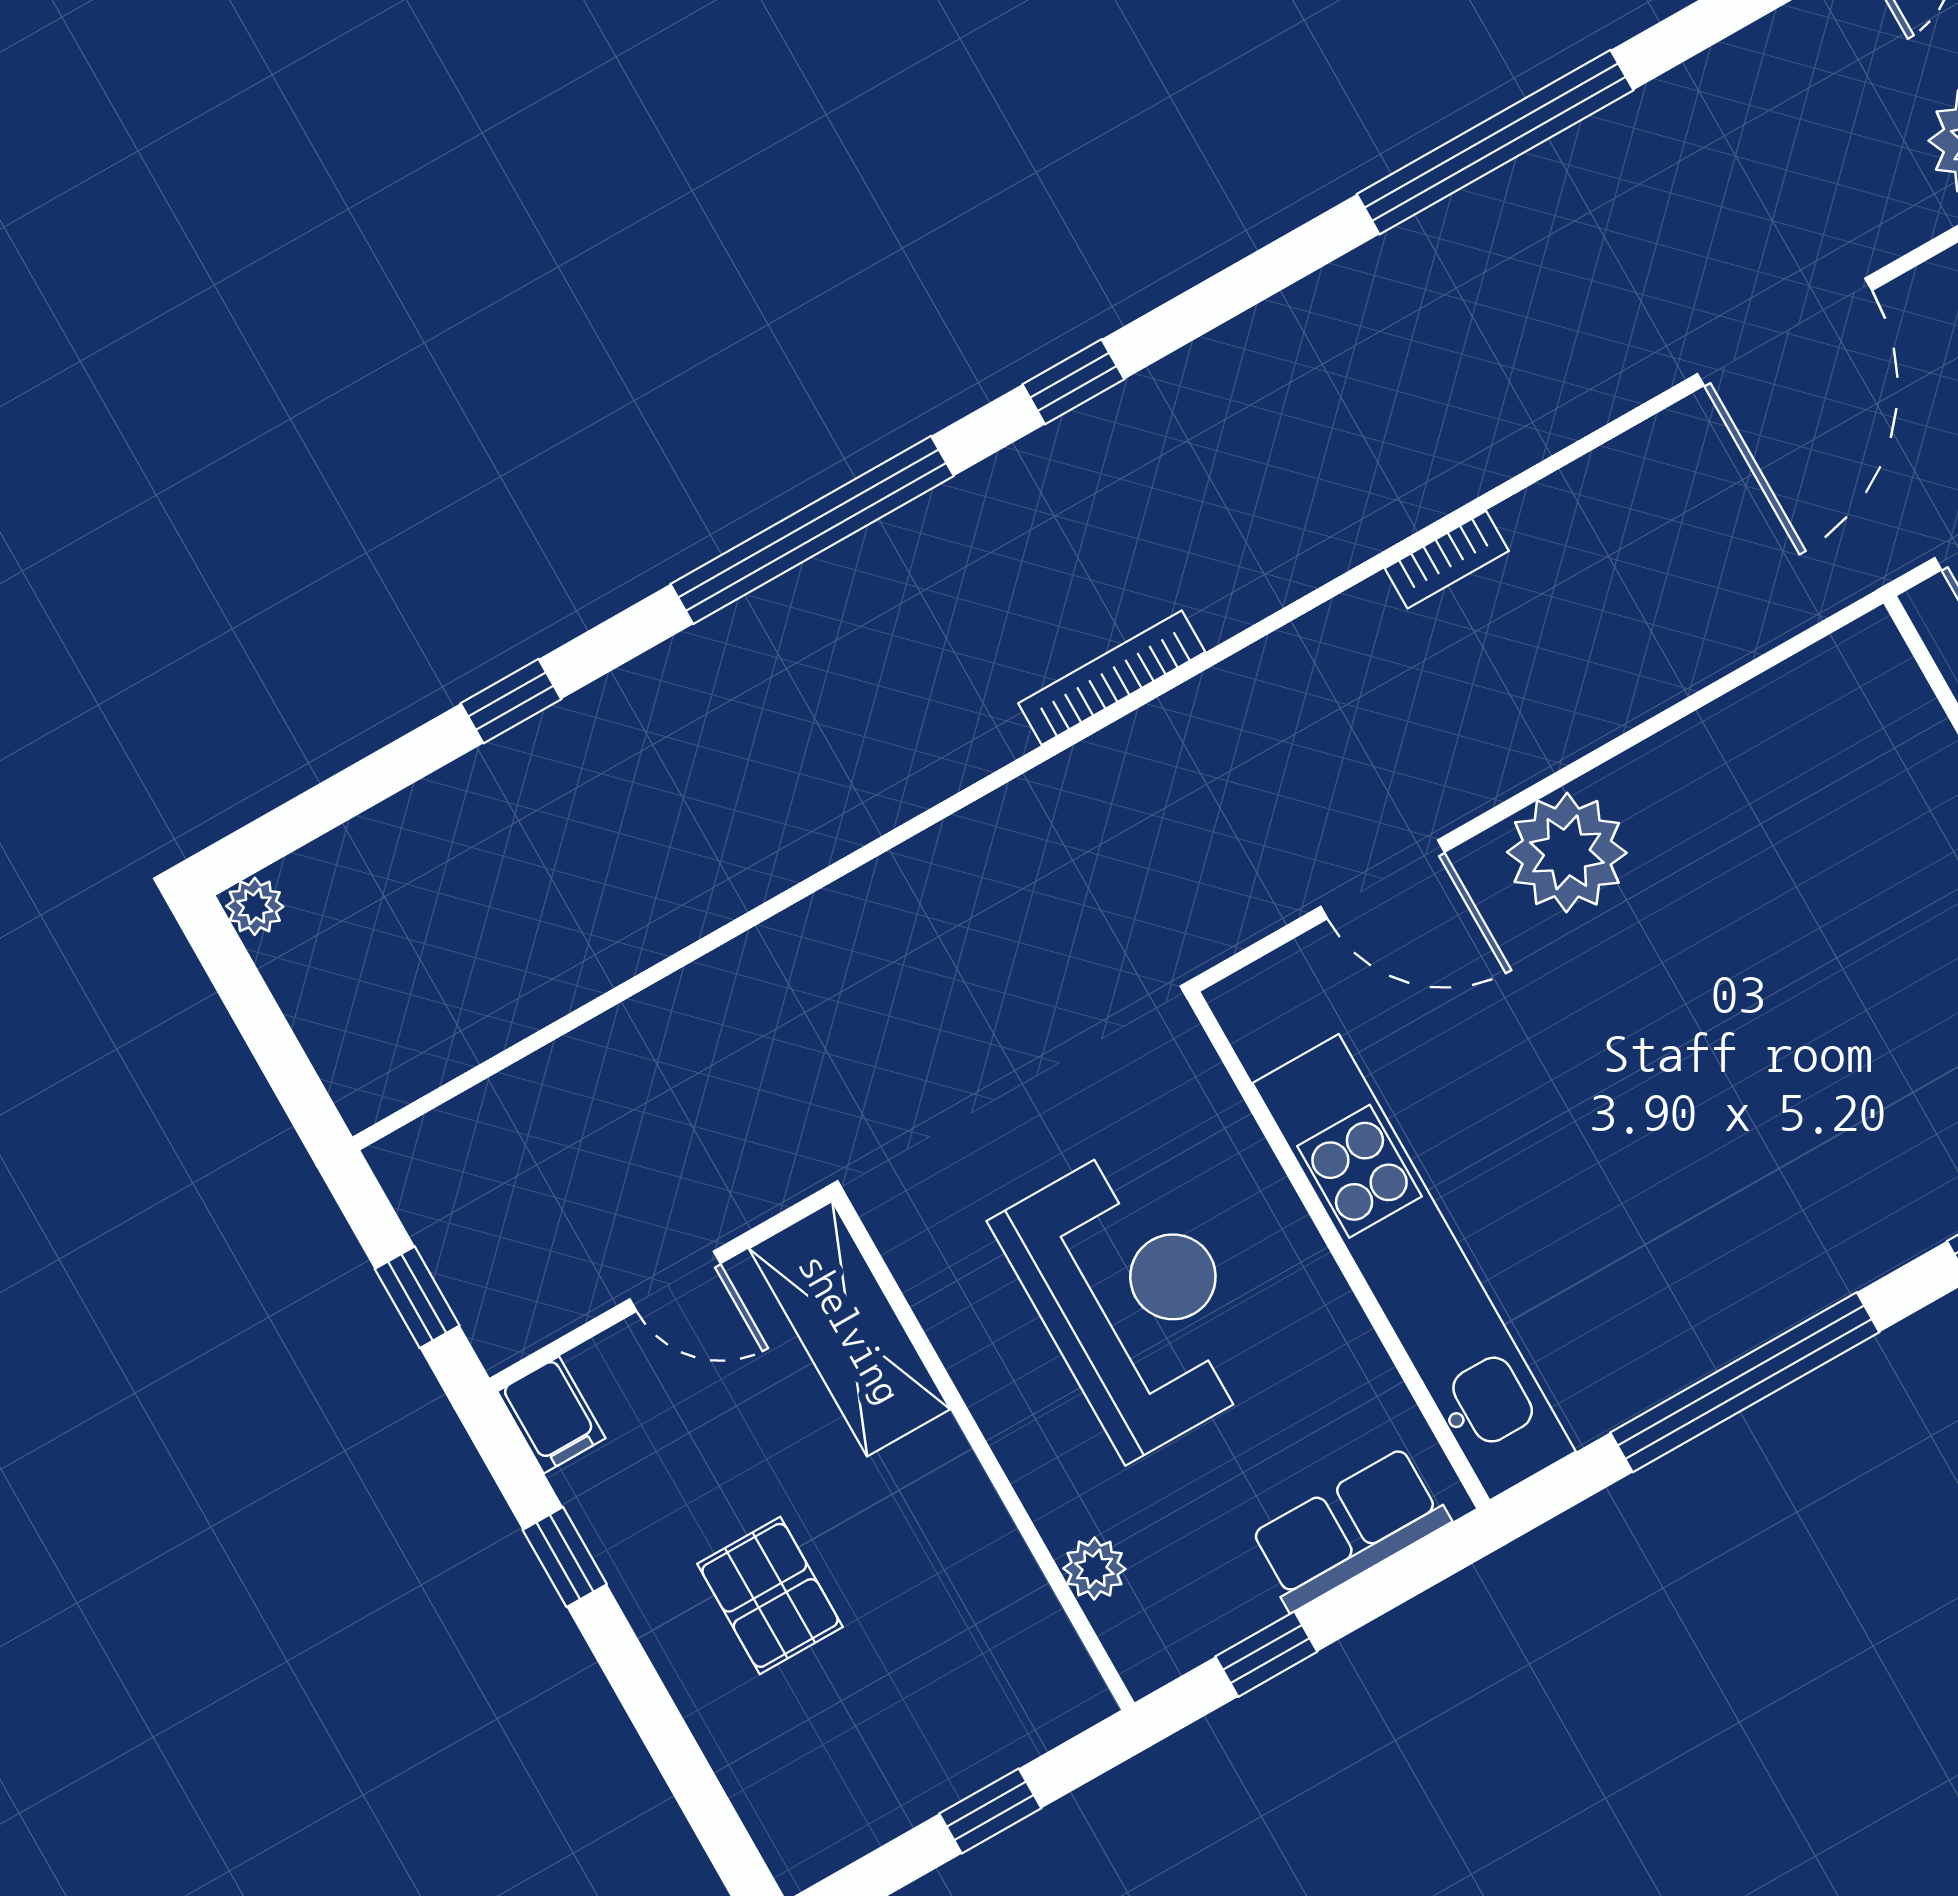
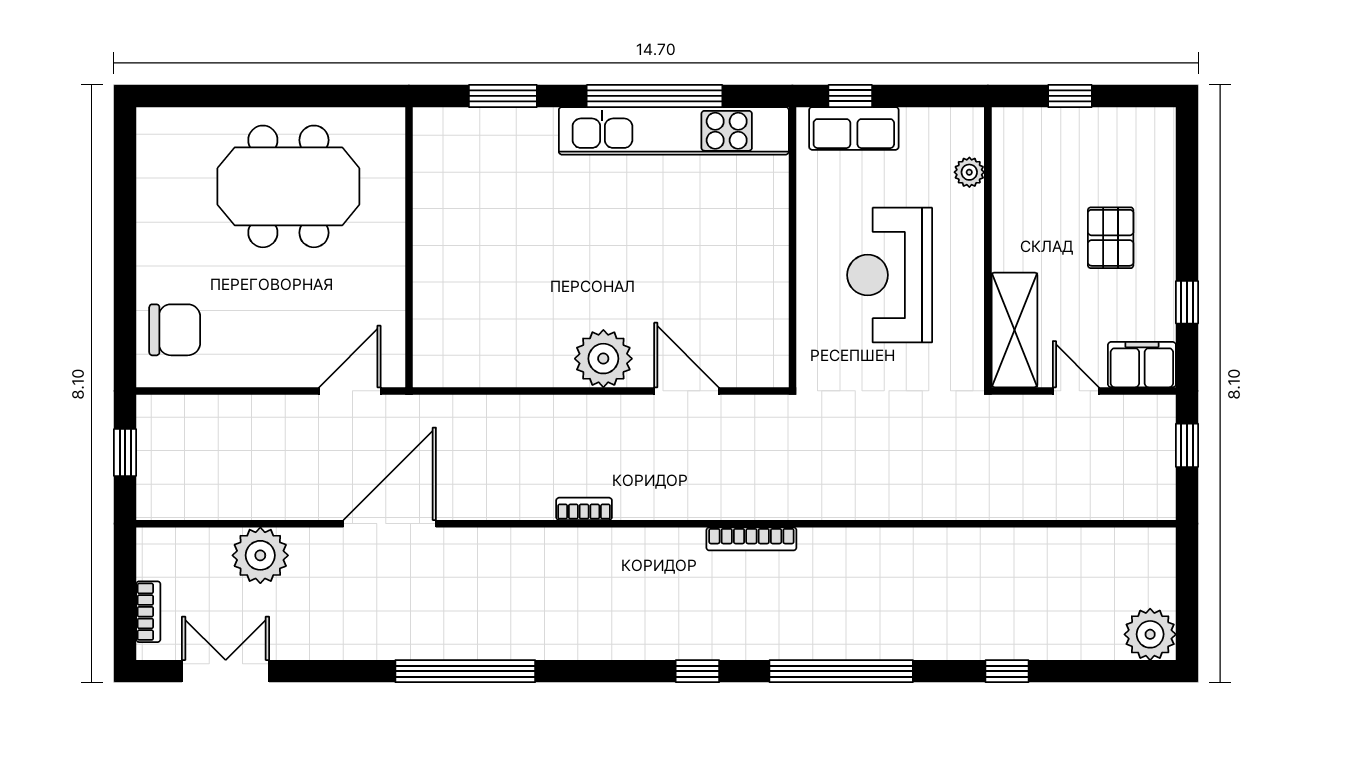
plant: (255, 906) -> (1150, 634), width x1.87, depth x1.87
kitchen unit: (1414, 1267) -> (674, 131), moved, turned -90
filing cabinet: (551, 1415) -> (1142, 365), width x2.00
window: (1266, 1654) -> (850, 96), moved

